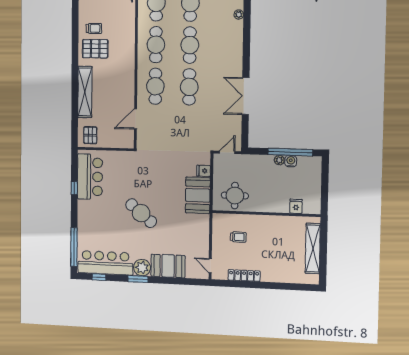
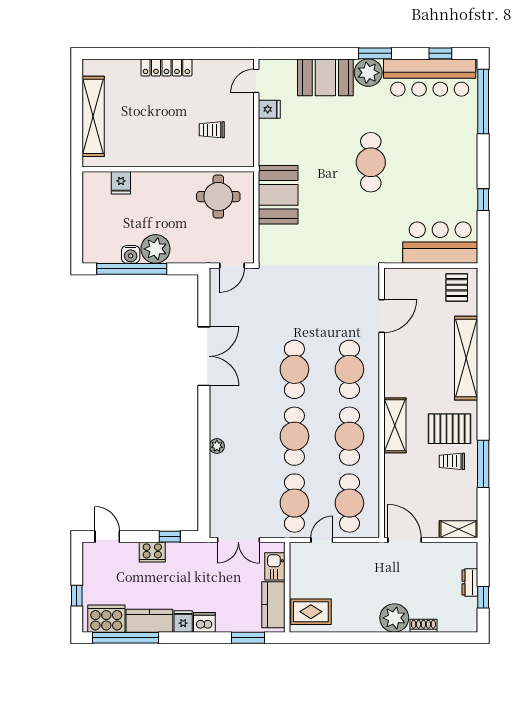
plant: (239, 14) -> (217, 446), moved
window: (75, 27) -> (483, 464), added
shelving: (128, 51) -> (395, 425), added
plant: (279, 160) -> (155, 249), width x1.87, depth x1.87
fridge: (204, 171) -> (269, 109), moved
bar counter: (90, 177) -> (440, 243), moved, turned 90
cafe table: (141, 213) -> (371, 162), turned 50
door: (210, 266) -> (256, 81), swing flipped
locker: (244, 276) -> (166, 67), moved

